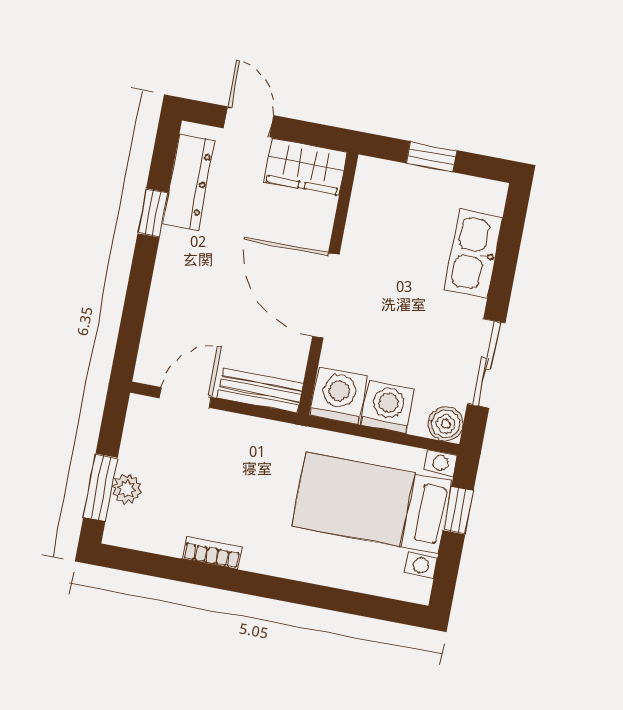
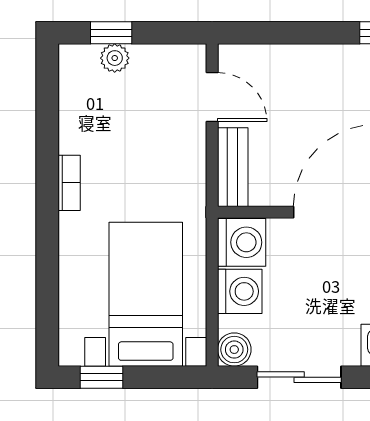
window: (100, 487) -> (111, 33), width x0.67
window: (458, 511) -> (101, 377), moved
bookcase: (212, 553) -> (69, 183), moved

